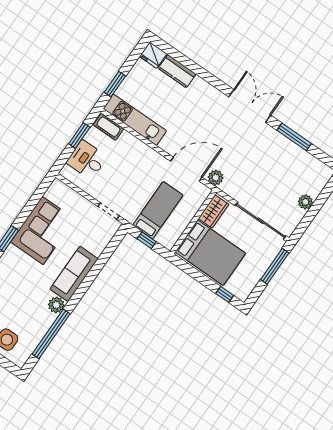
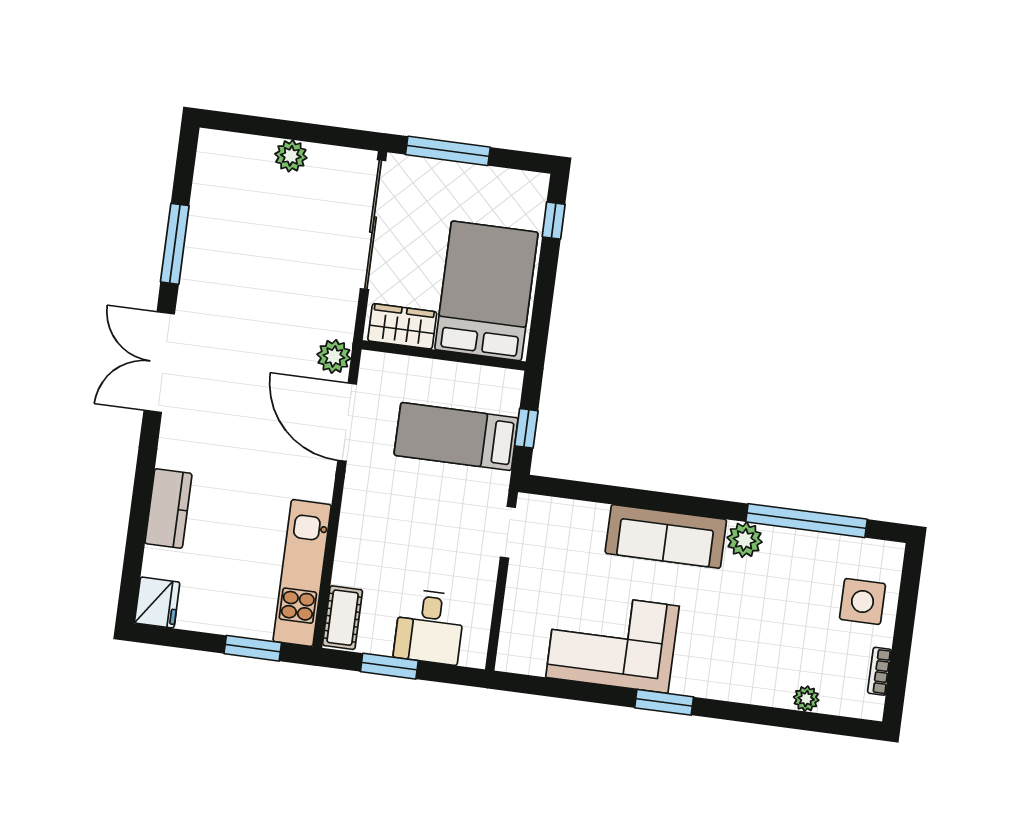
kitchen counter: (177, 71) -> (168, 508), moved

